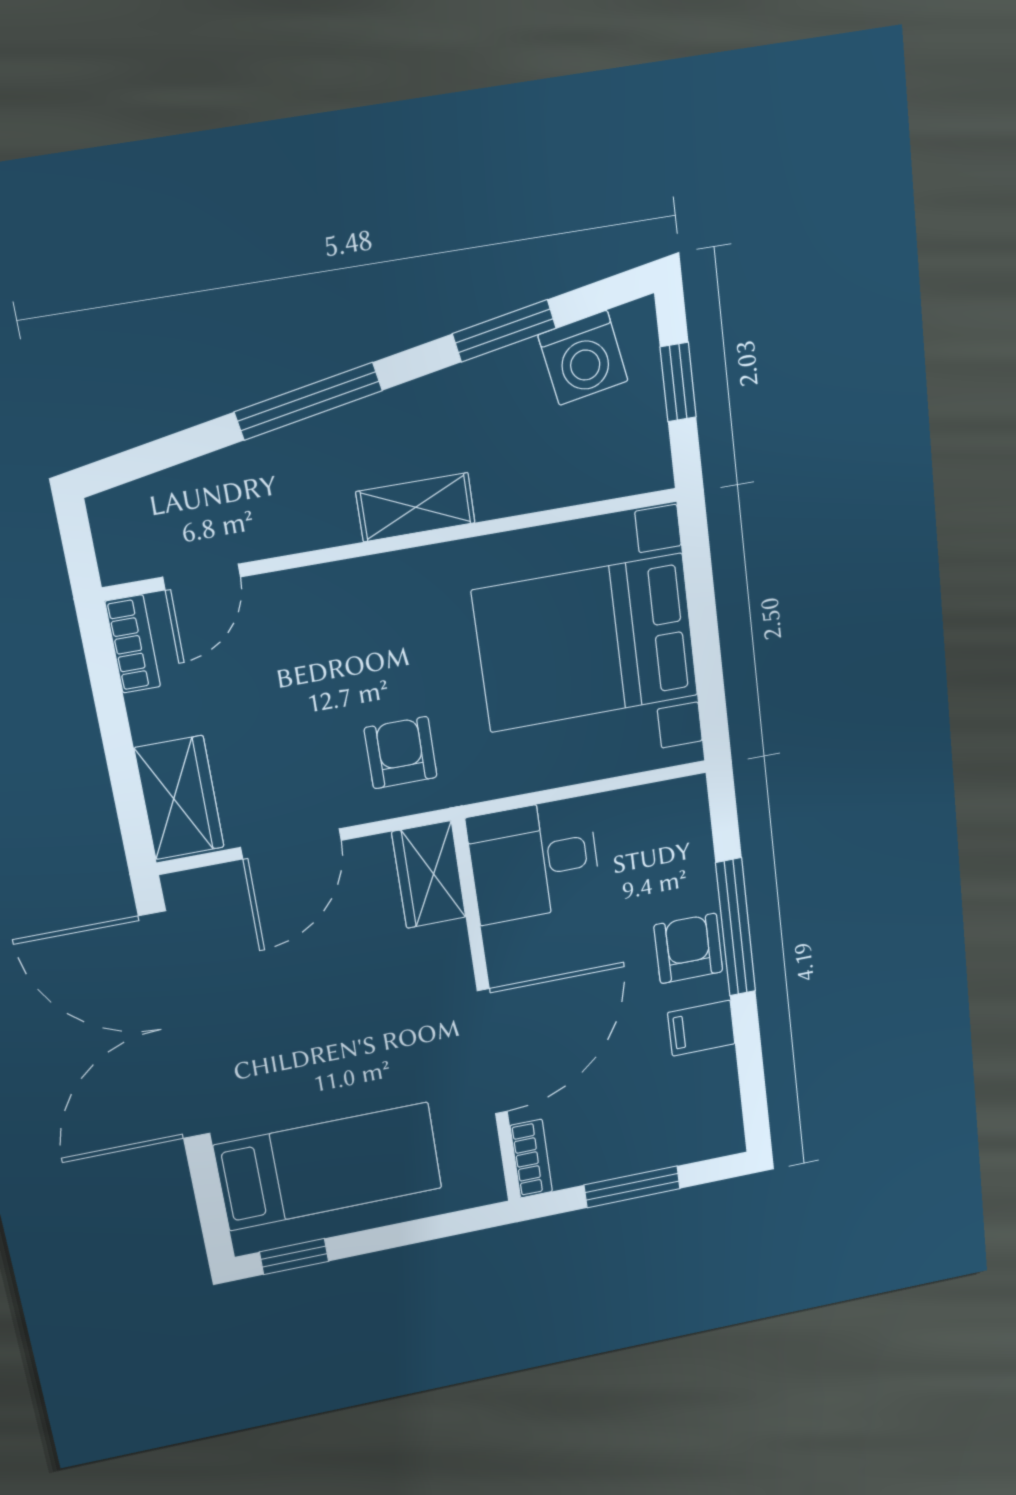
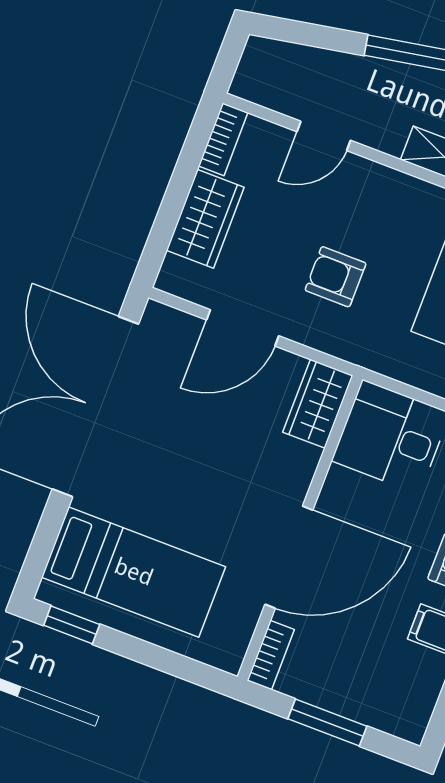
door: (202, 577) -> (324, 136), moved
armchair: (401, 753) -> (336, 277), moved, turned -90
wardrobe: (179, 798) -> (205, 219), moved

